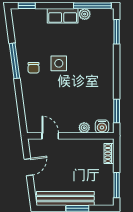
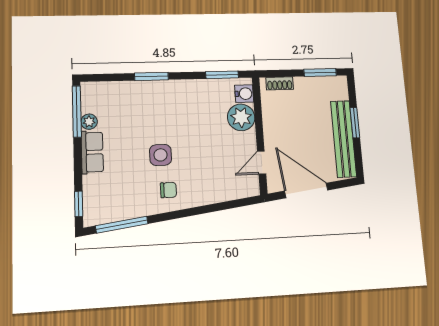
window: (117, 32) -> (151, 76), moved
window: (14, 61) -> (122, 225), moved
plant: (84, 128) -> (241, 117), width x1.87, depth x1.87
door: (29, 167) -> (306, 191), width x1.88

